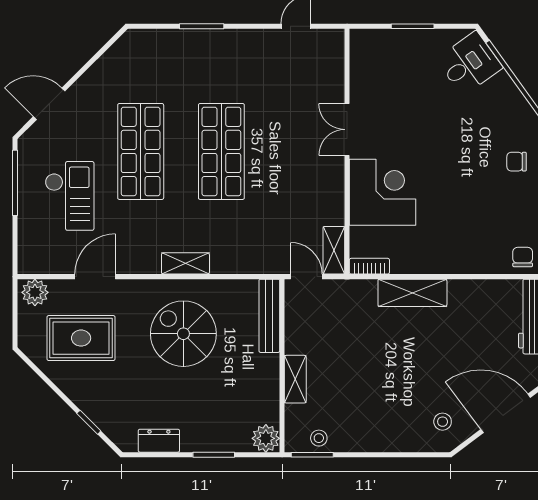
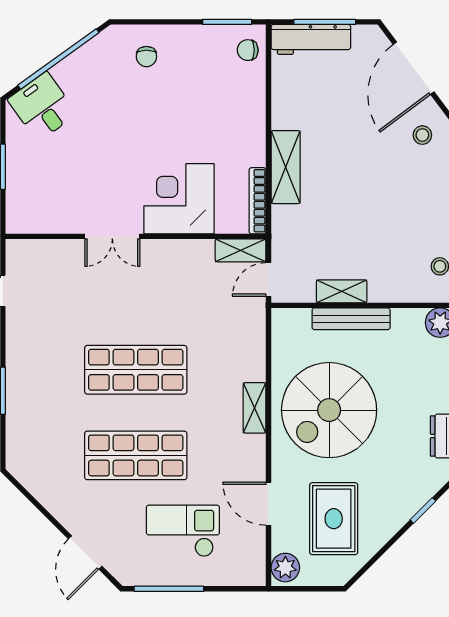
bookcase: (369, 266) -> (257, 201), width x1.56
bench: (269, 316) -> (351, 319), moved
spiral stairs: (183, 334) -> (329, 410), width x1.37, depth x1.37
shelving: (295, 379) -> (342, 291), moved

